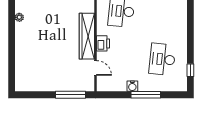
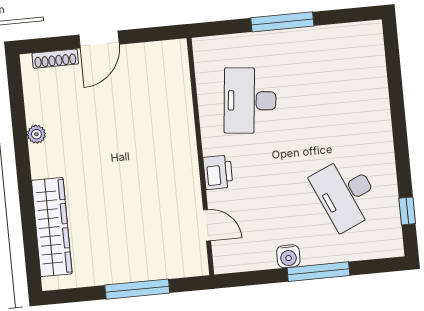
wardrobe: (87, 36) -> (52, 227), moved, turned 180
desk: (162, 59) -> (346, 193), turned -30
window: (70, 95) -> (137, 289), moved

